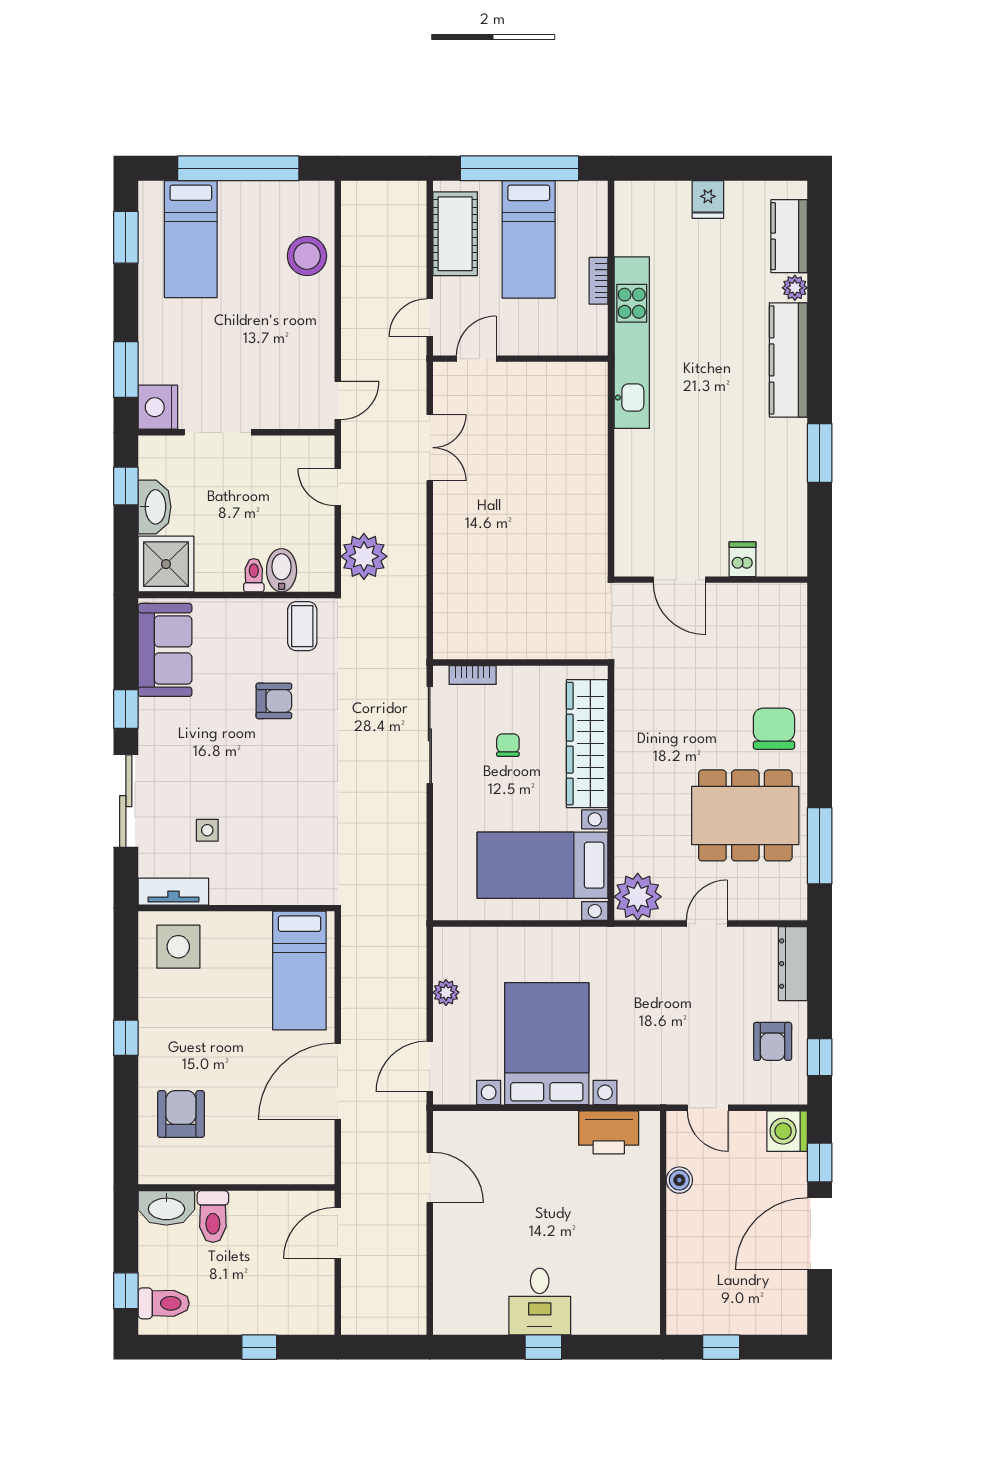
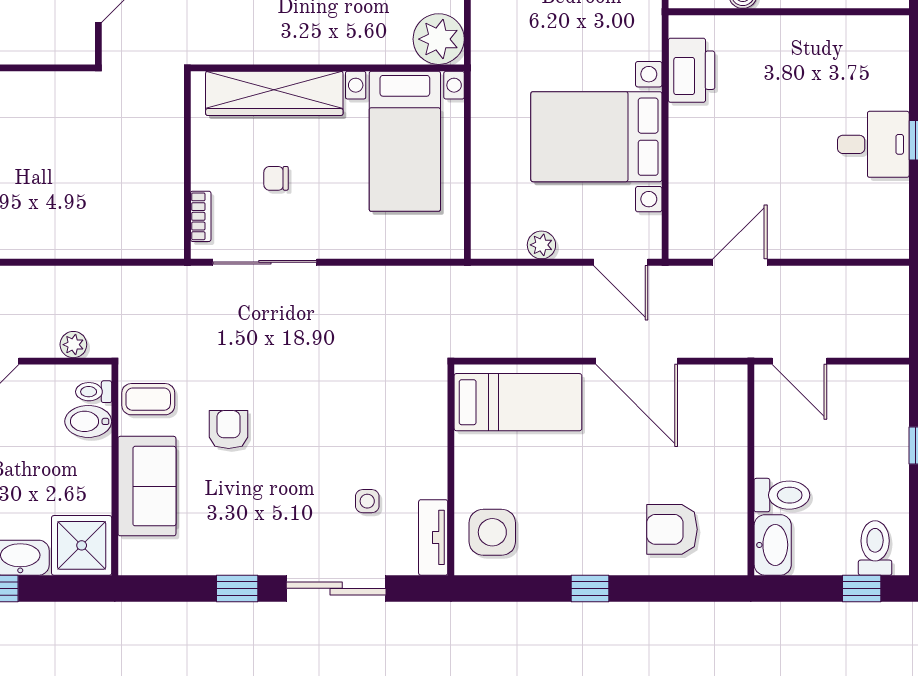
plant: (364, 556) -> (73, 345), width x0.53, depth x0.53
toilet: (254, 575) -> (94, 392), moved
sofa: (165, 650) -> (147, 486), moved, turned 90

